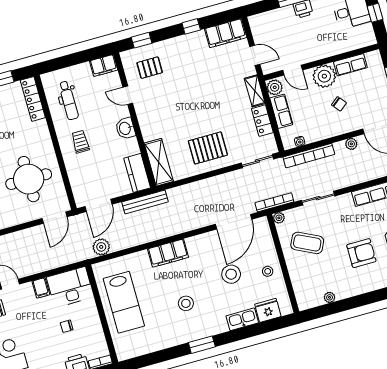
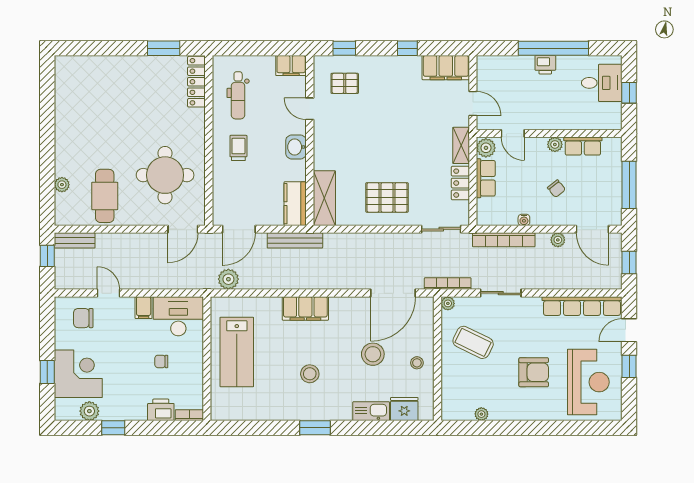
plant: (324, 76) -> (555, 144), width x0.53, depth x0.53
water cooler: (300, 141) -> (524, 220), moved

